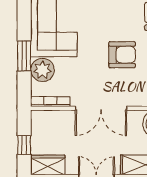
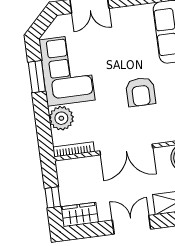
armchair: (122, 55) -> (141, 92), turned 90
window: (24, 56) -> (37, 77), moved

